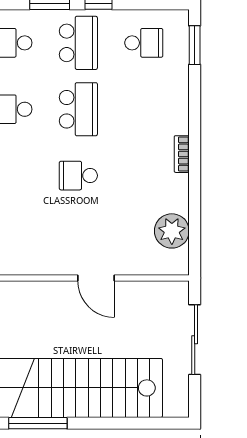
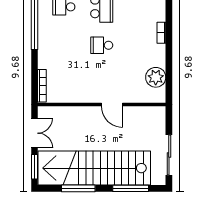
sliding door: (195, 340) -> (169, 155), moved
window: (128, 423) -> (131, 188), added

